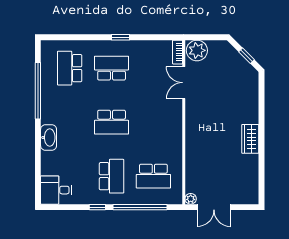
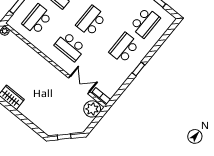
school desk: (70, 68) -> (145, 22), turned 90
school desk: (112, 68) -> (124, 48), turned 180
school desk: (153, 122) -> (70, 47), added

